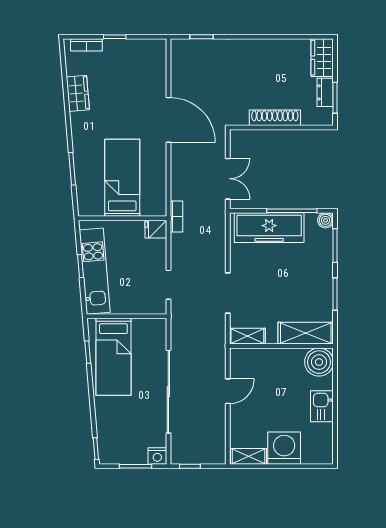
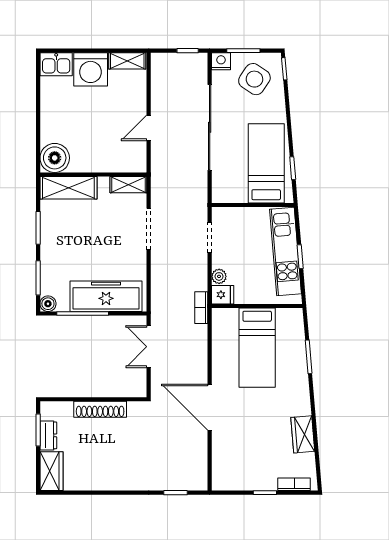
plant: (159, 247) -> (219, 276), added
kitchen sink: (322, 406) -> (56, 64), moved, turned 90
side table: (125, 439) -> (254, 79), added

